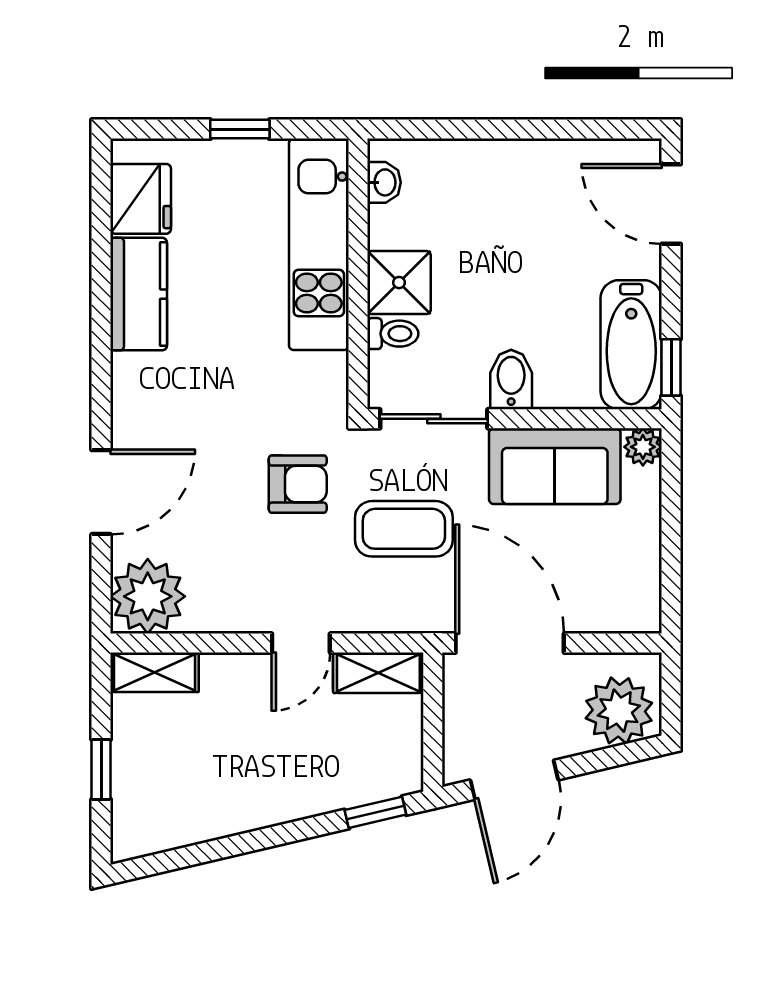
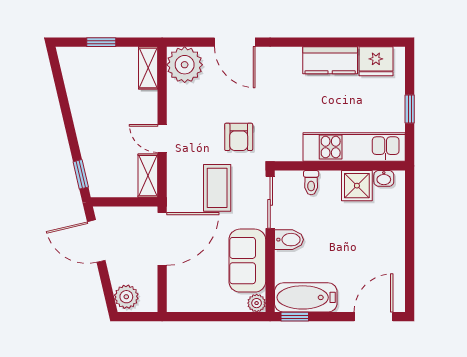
shower: (399, 283) -> (357, 186), moved
plant: (619, 711) -> (126, 297), width x0.73, depth x0.73

